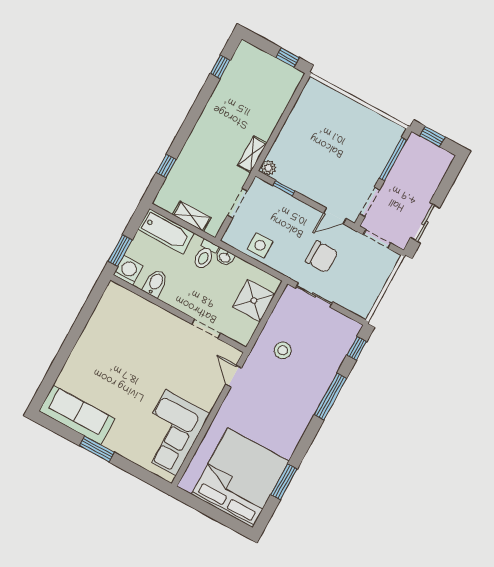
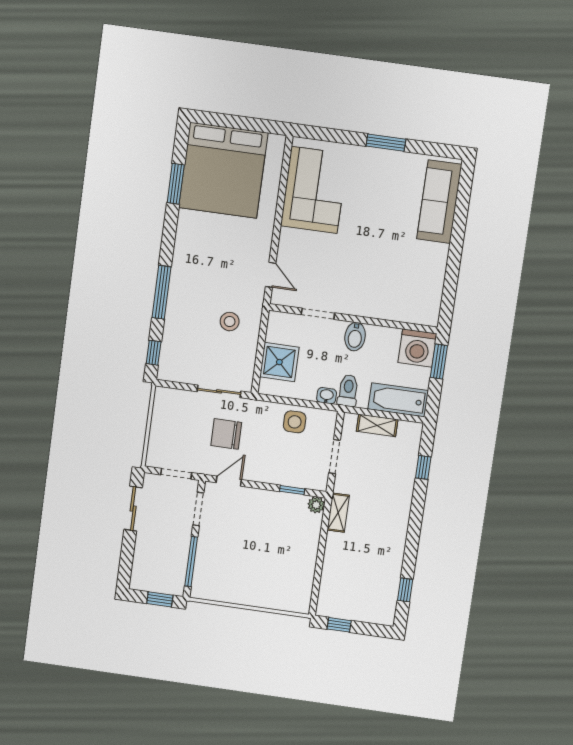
washing machine: (128, 270) -> (417, 348), width x1.37, depth x1.37
bidet: (155, 283) -> (355, 337), moved
sofa: (77, 415) -> (439, 202), moved, turned 90

